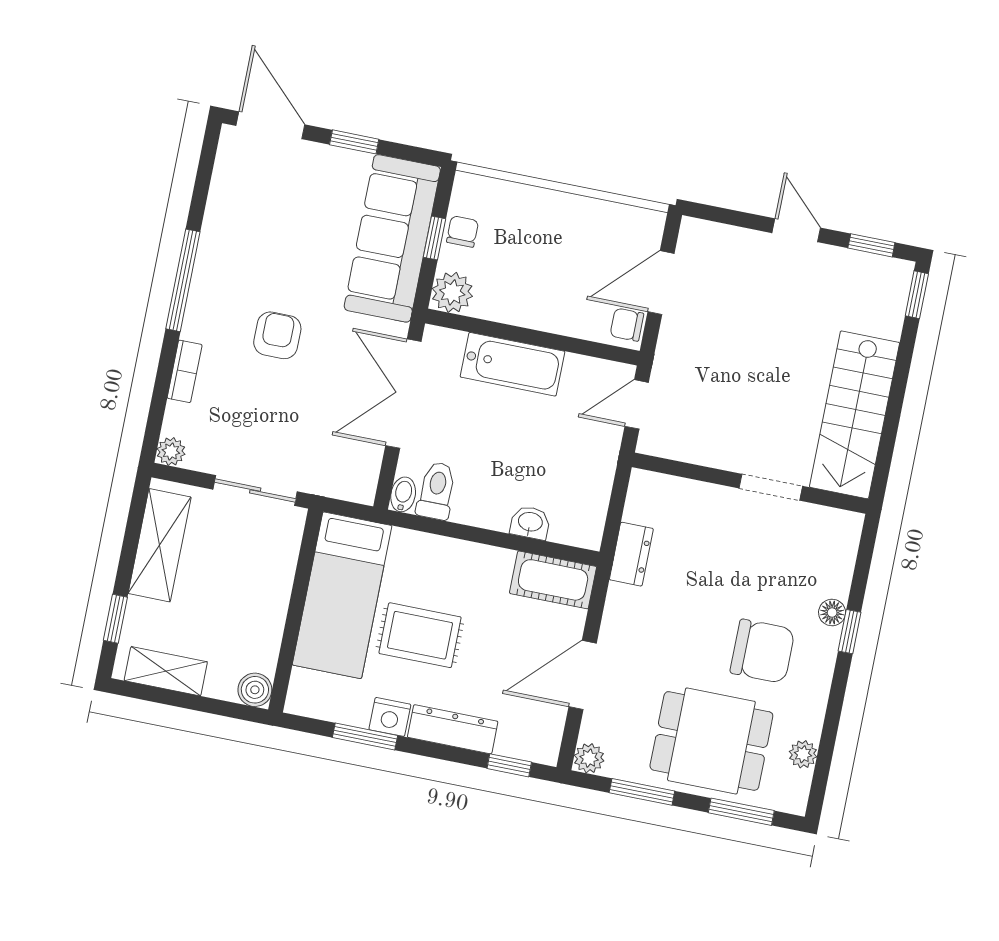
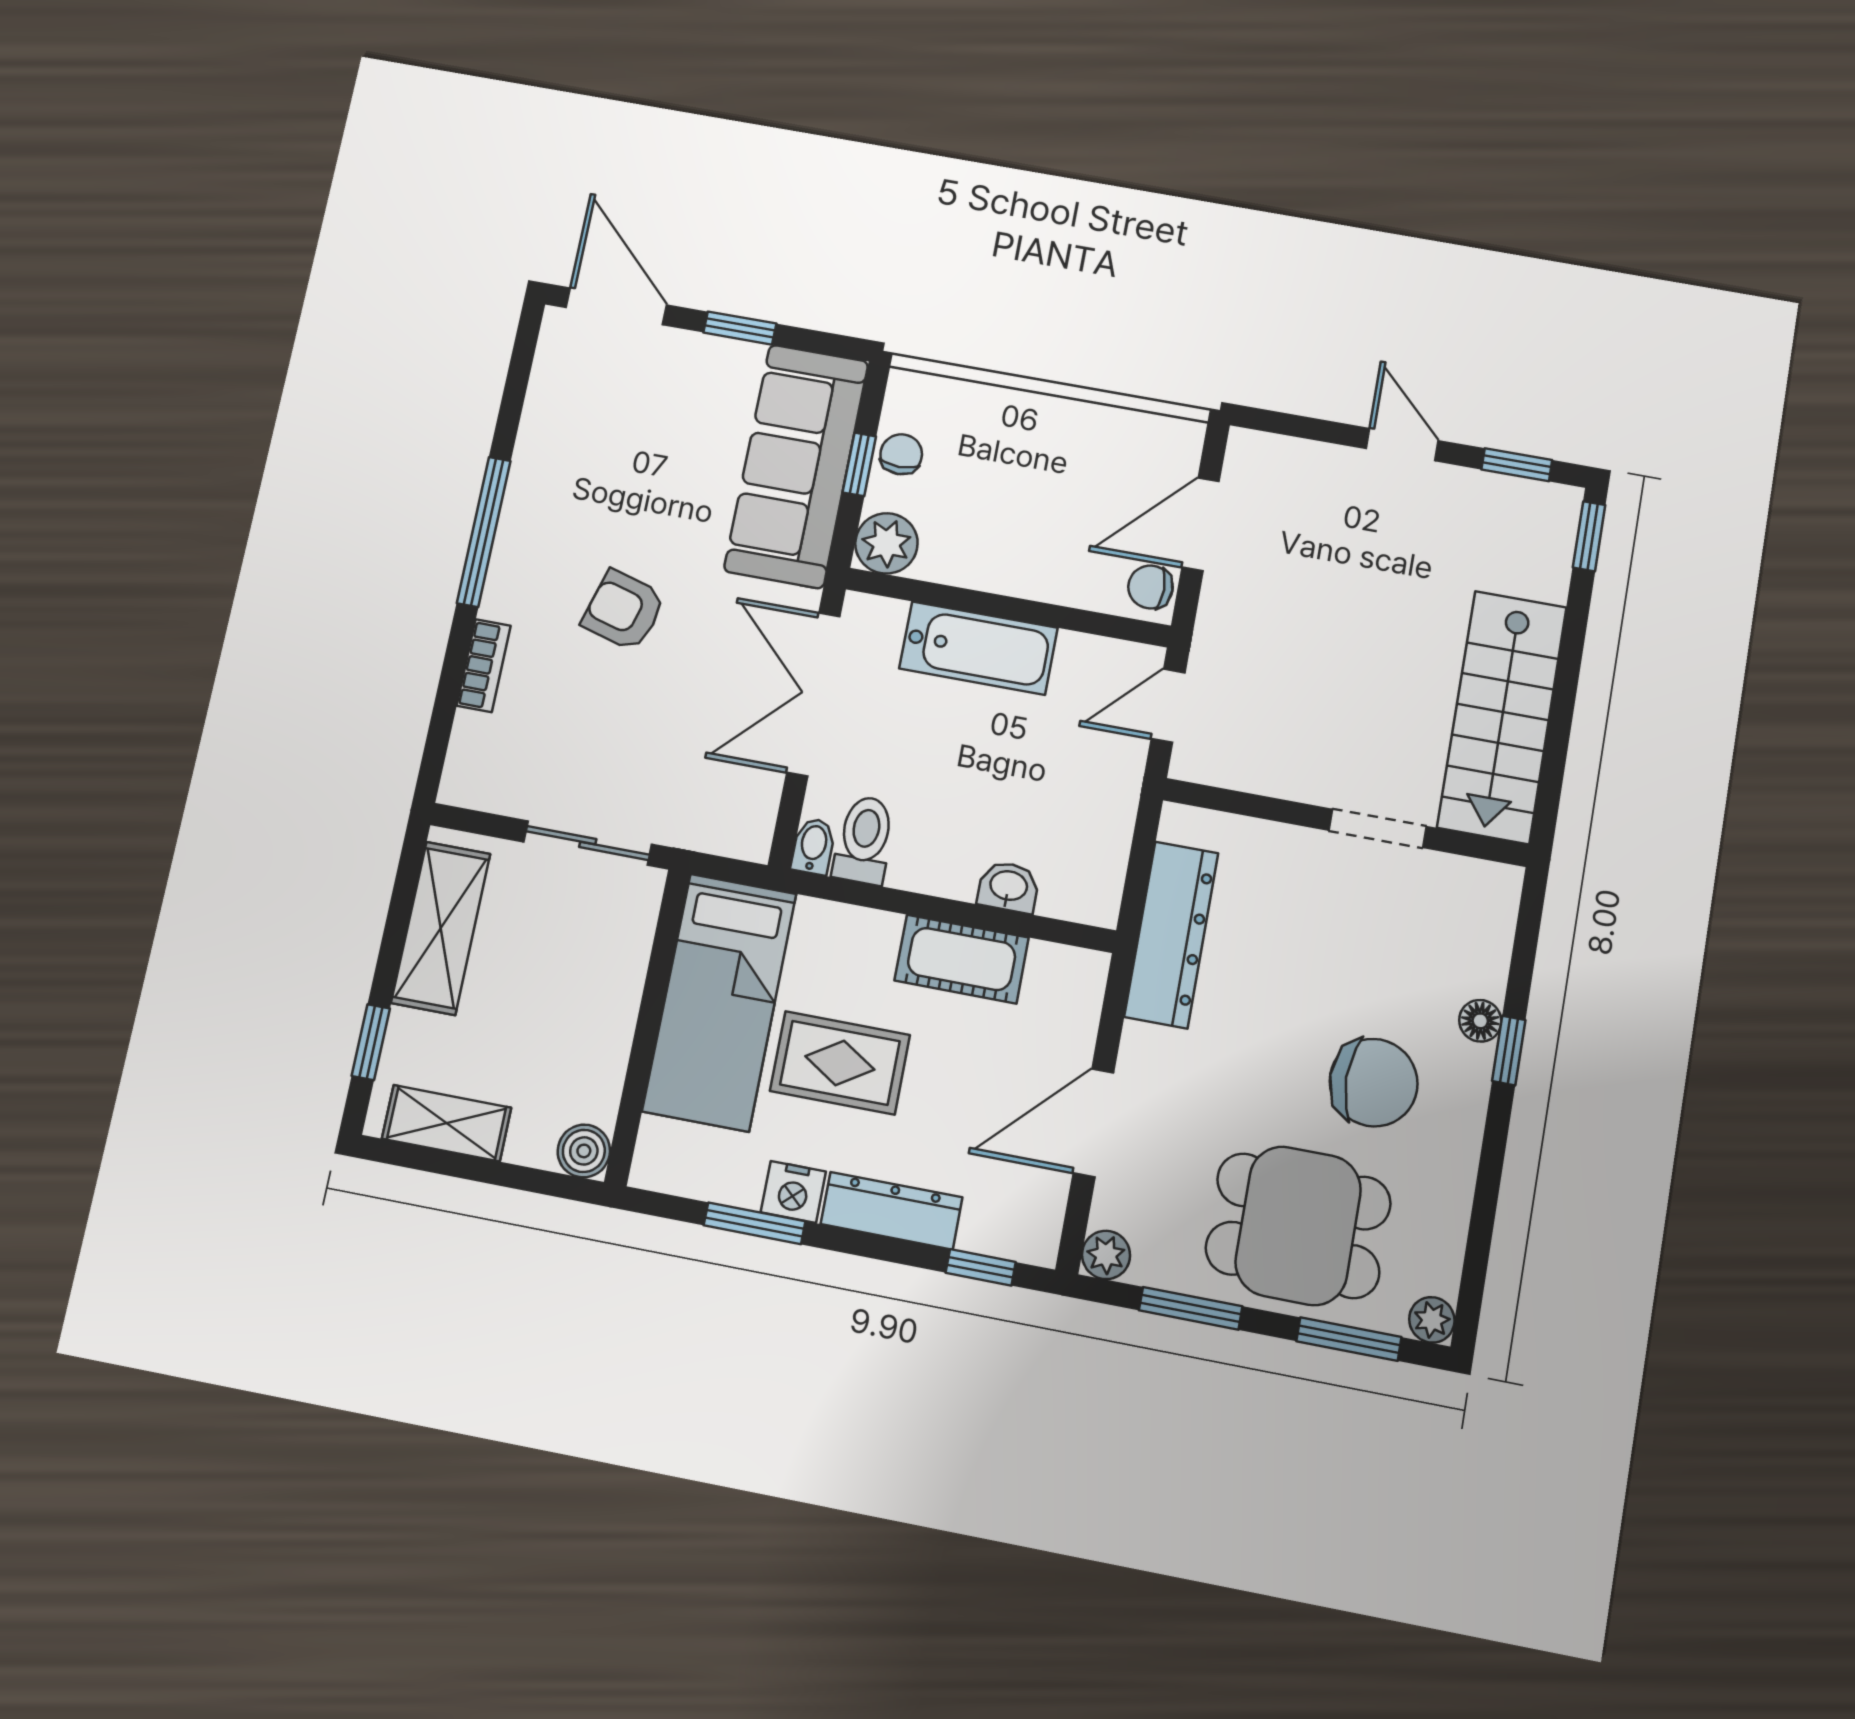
armchair: (277, 335) -> (624, 610), turned -74
plant: (171, 452) -> (461, 786), removed
dresser: (631, 554) -> (1171, 935), width x1.96, depth x1.24
cot: (553, 580) -> (962, 959), moved
plant: (803, 754) -> (1432, 1320), moved

